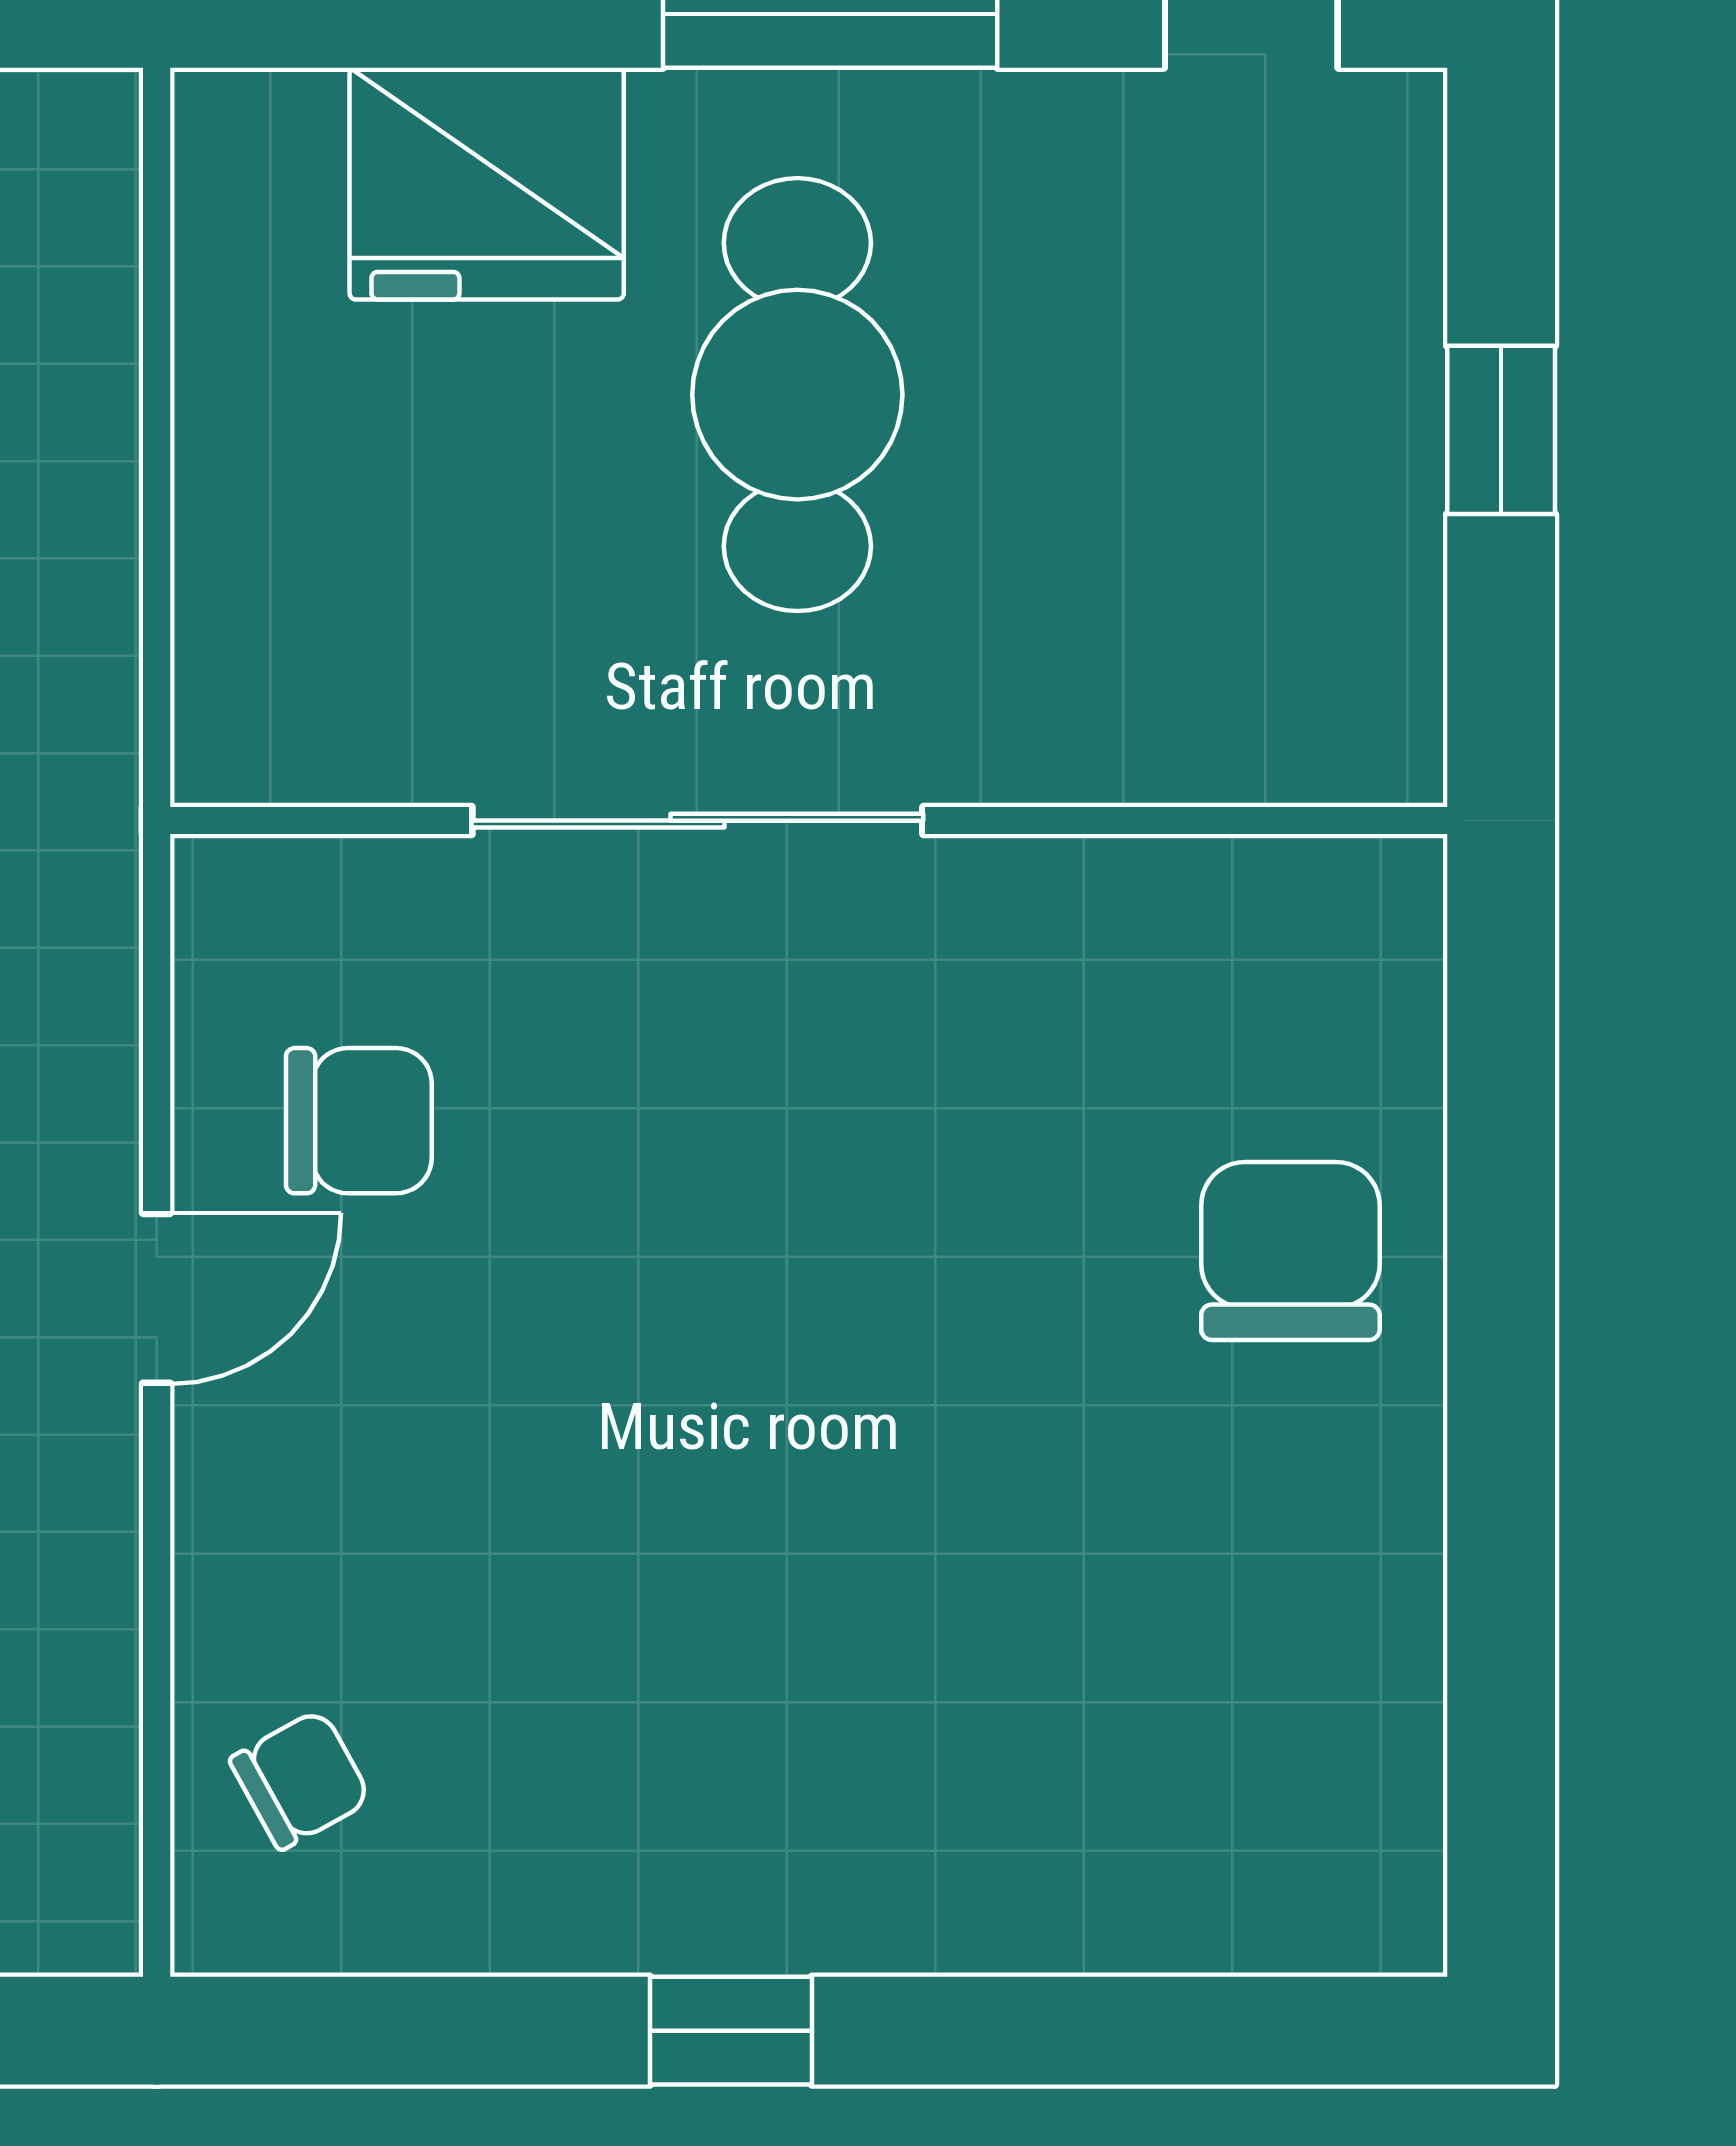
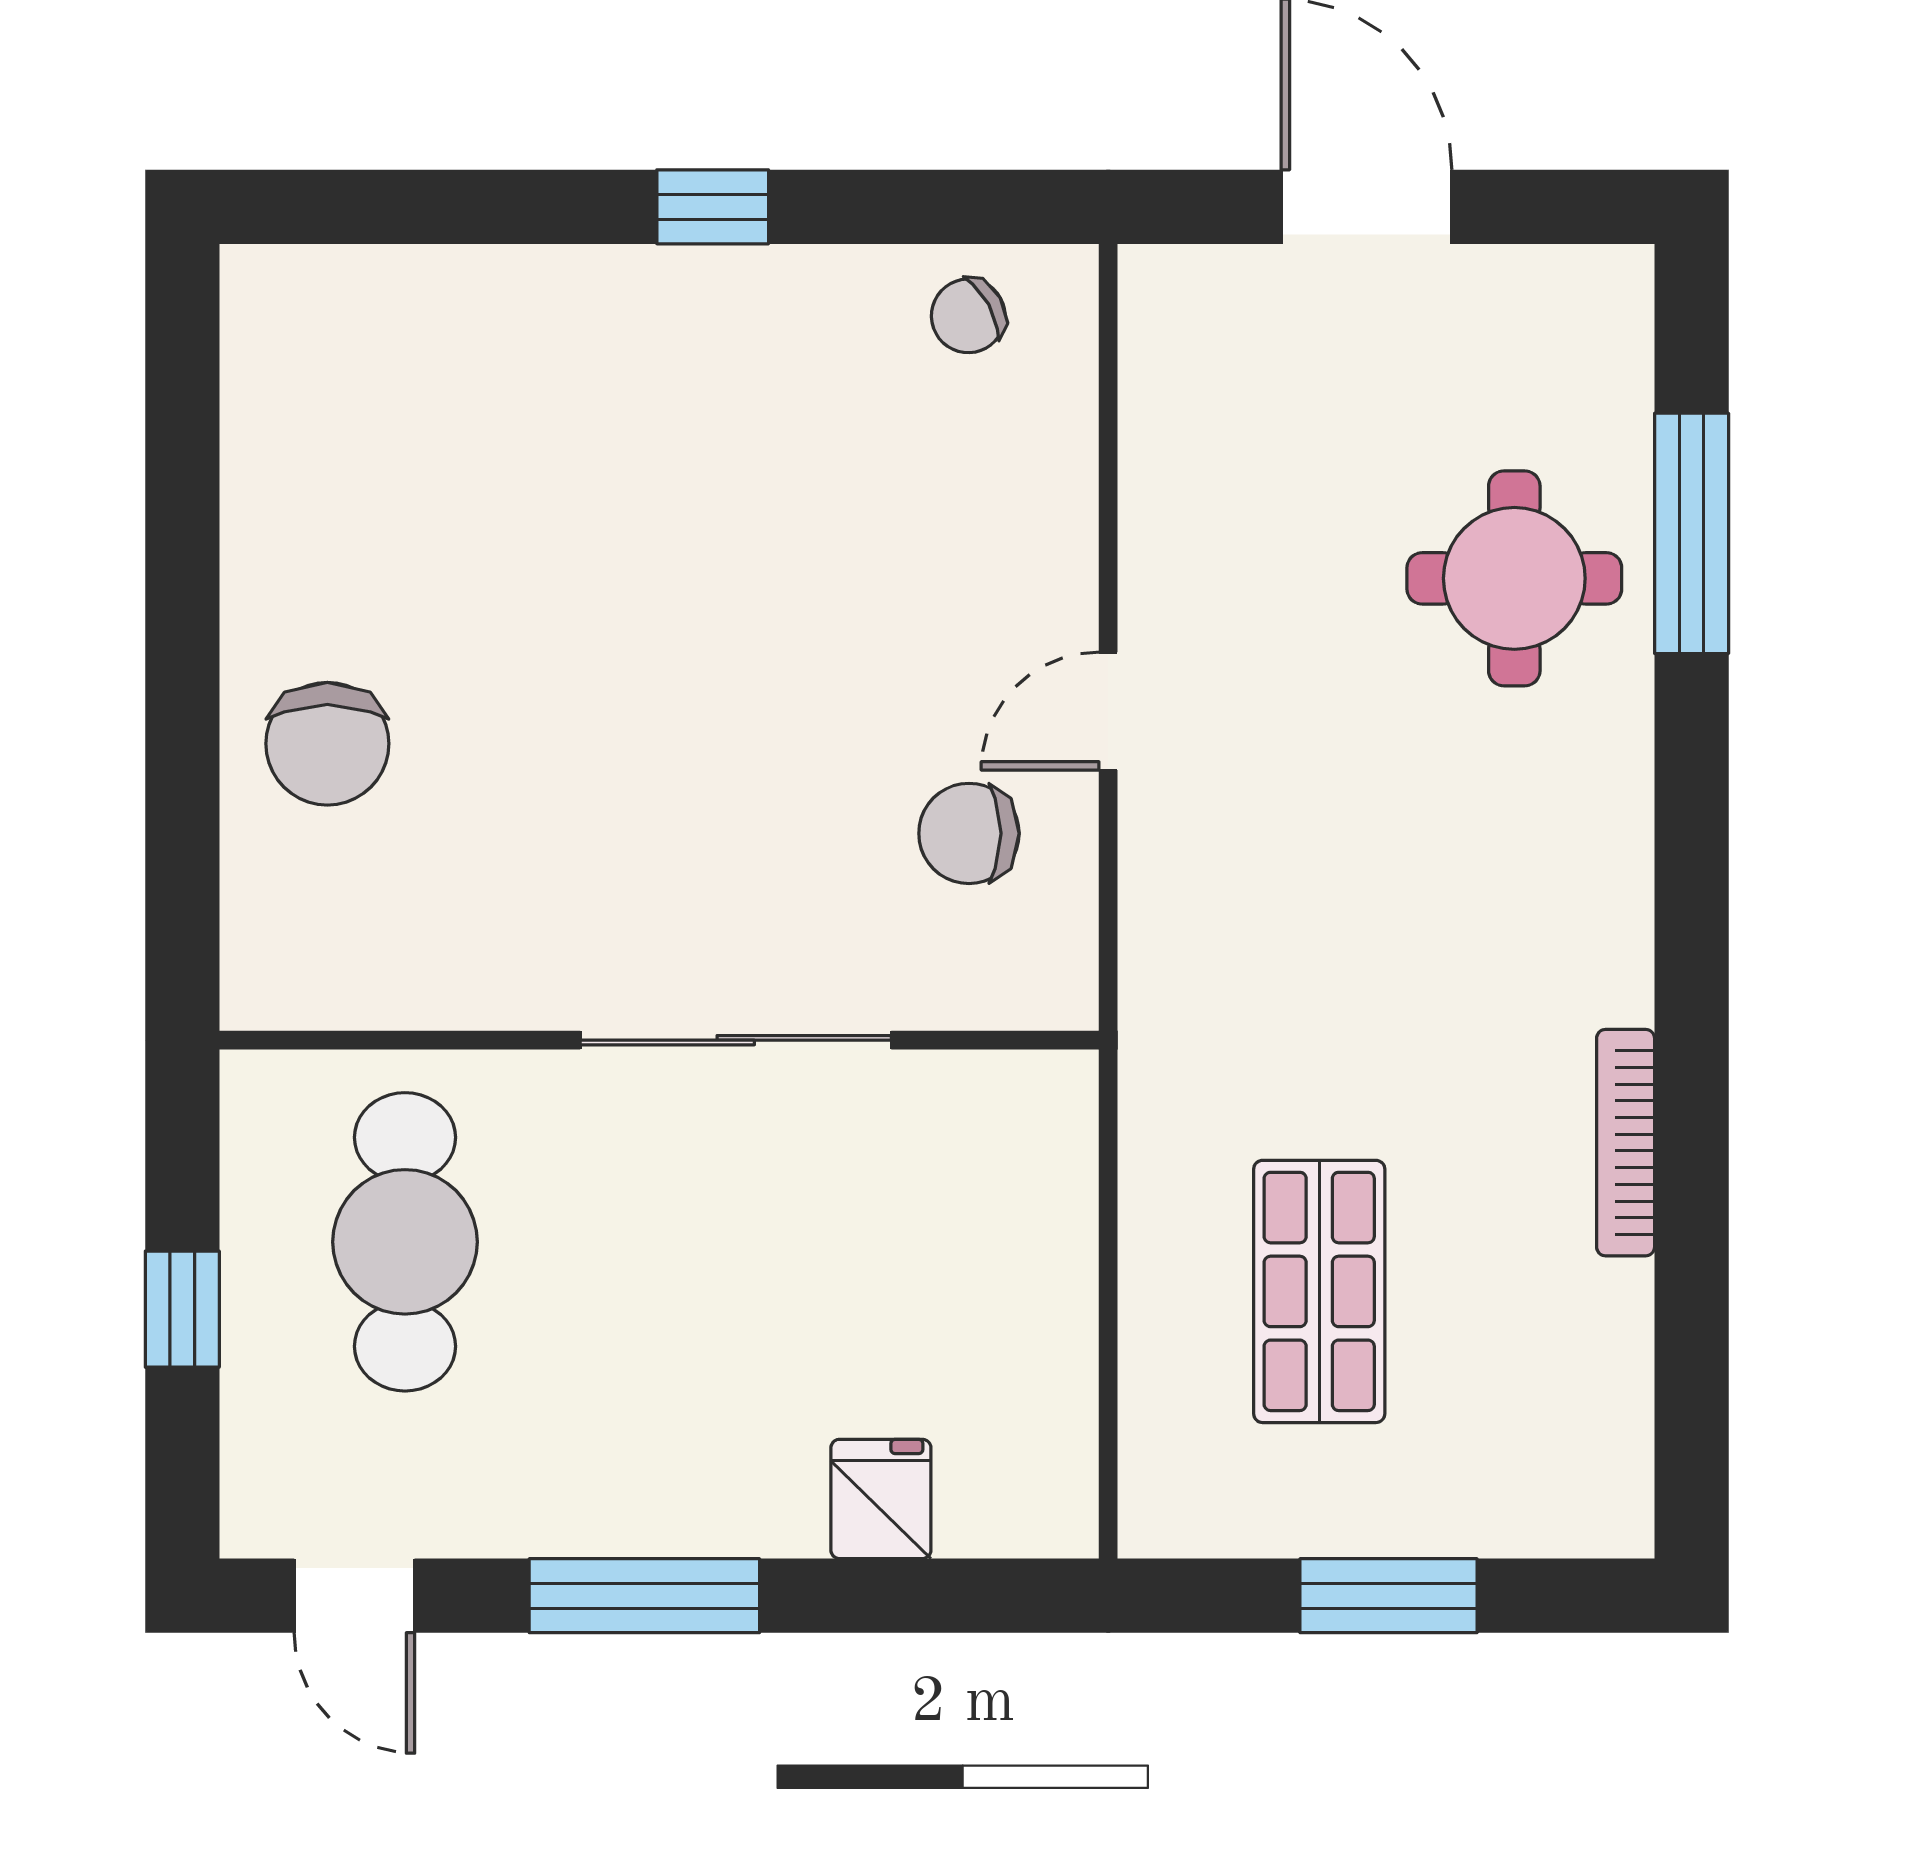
fridge: (487, 184) -> (881, 1499), width x0.53, depth x0.75
cafe table: (797, 395) -> (405, 1242), moved
chair: (300, 1779) -> (968, 316), moved

